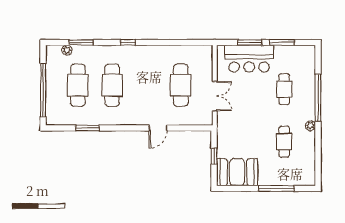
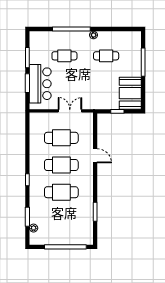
cafe table: (78, 85) -> (61, 165), moved

